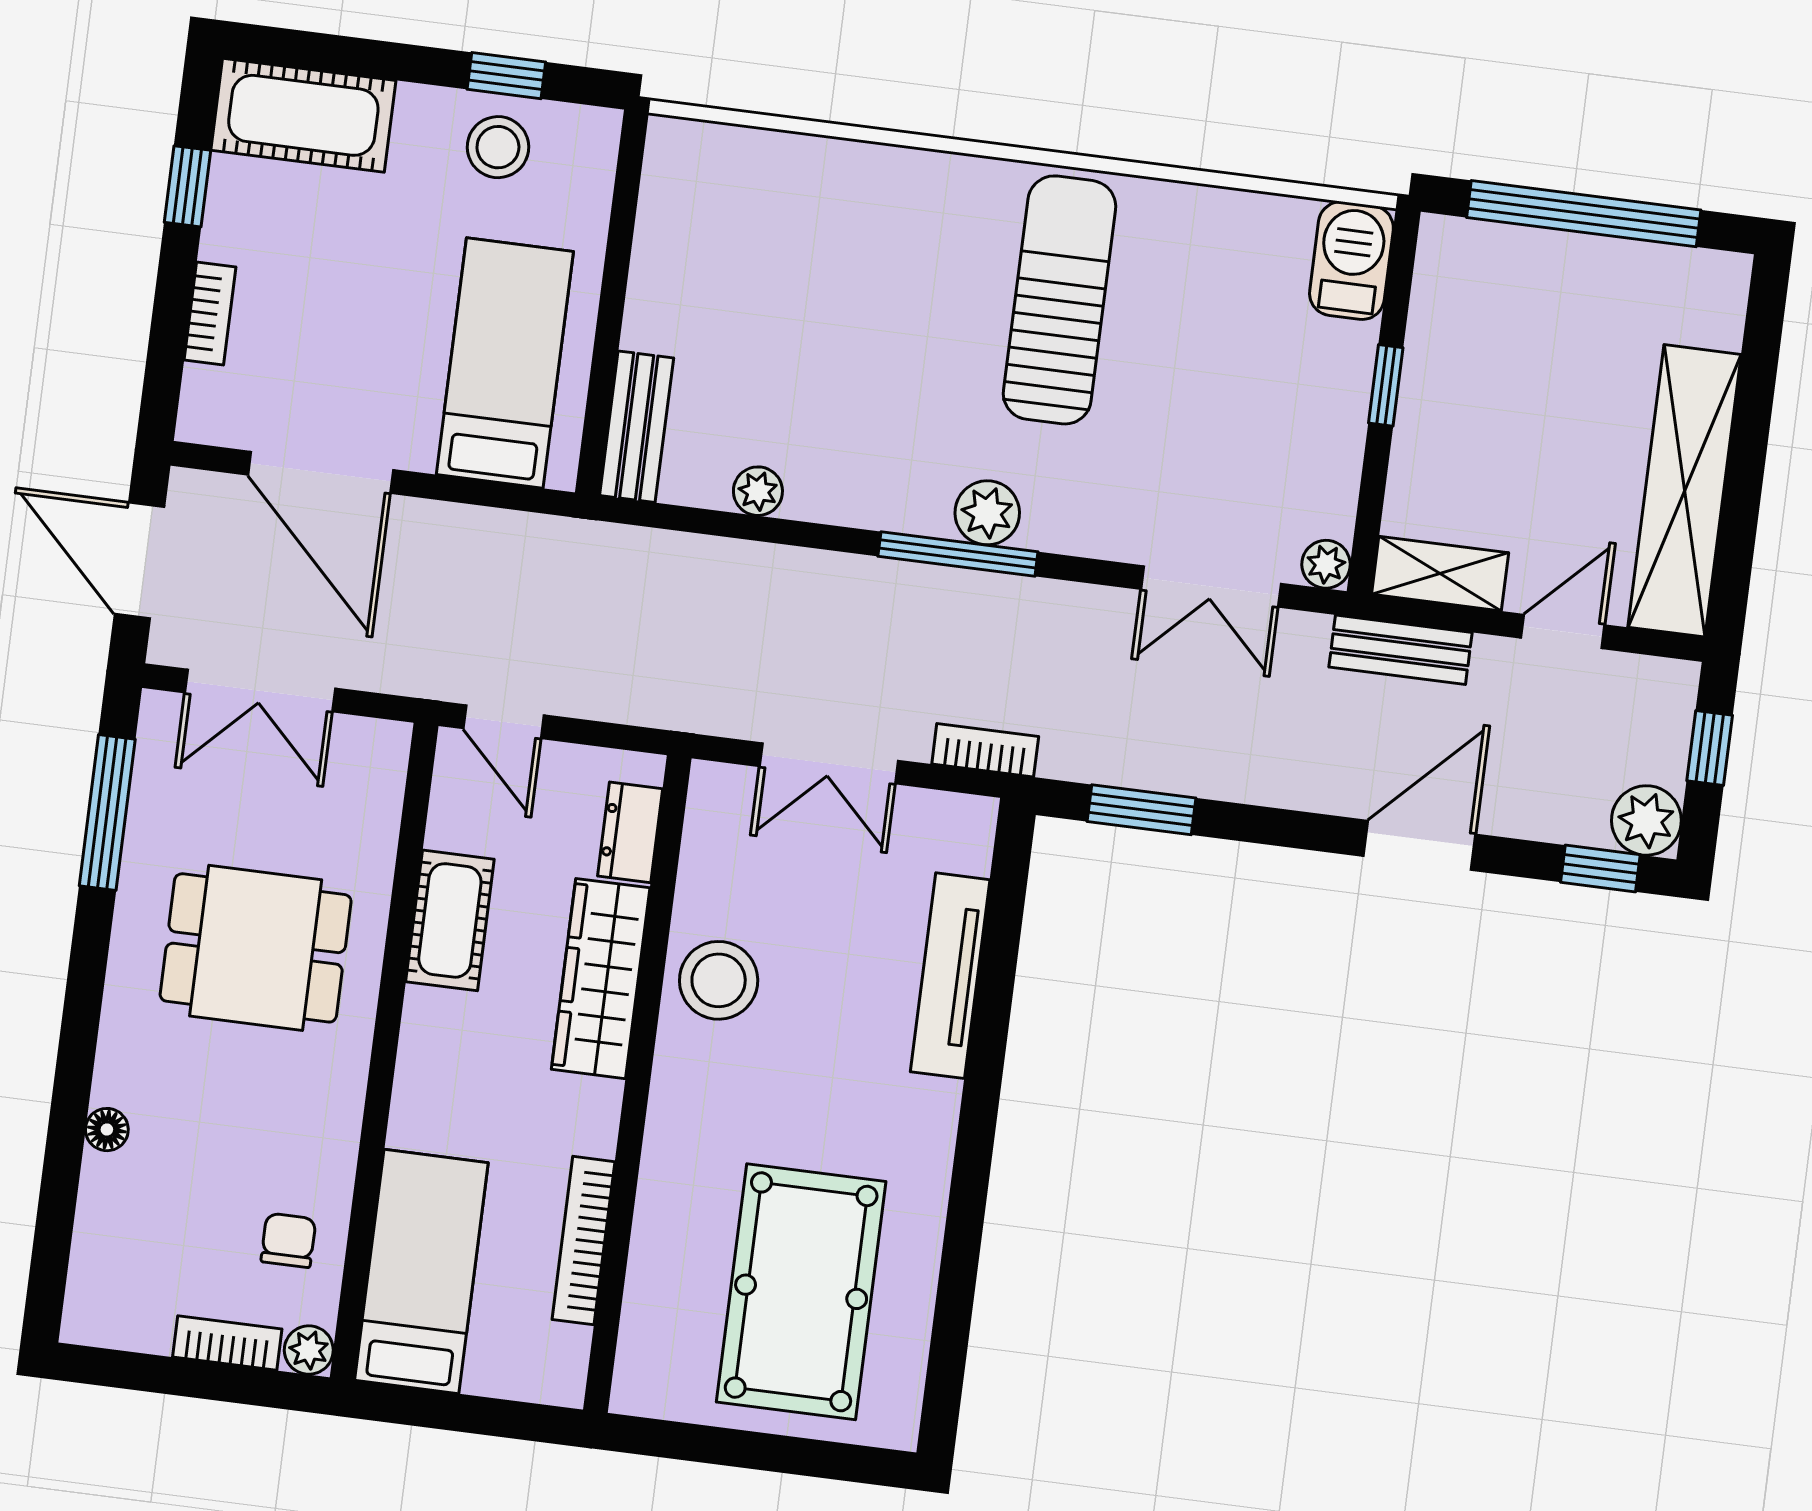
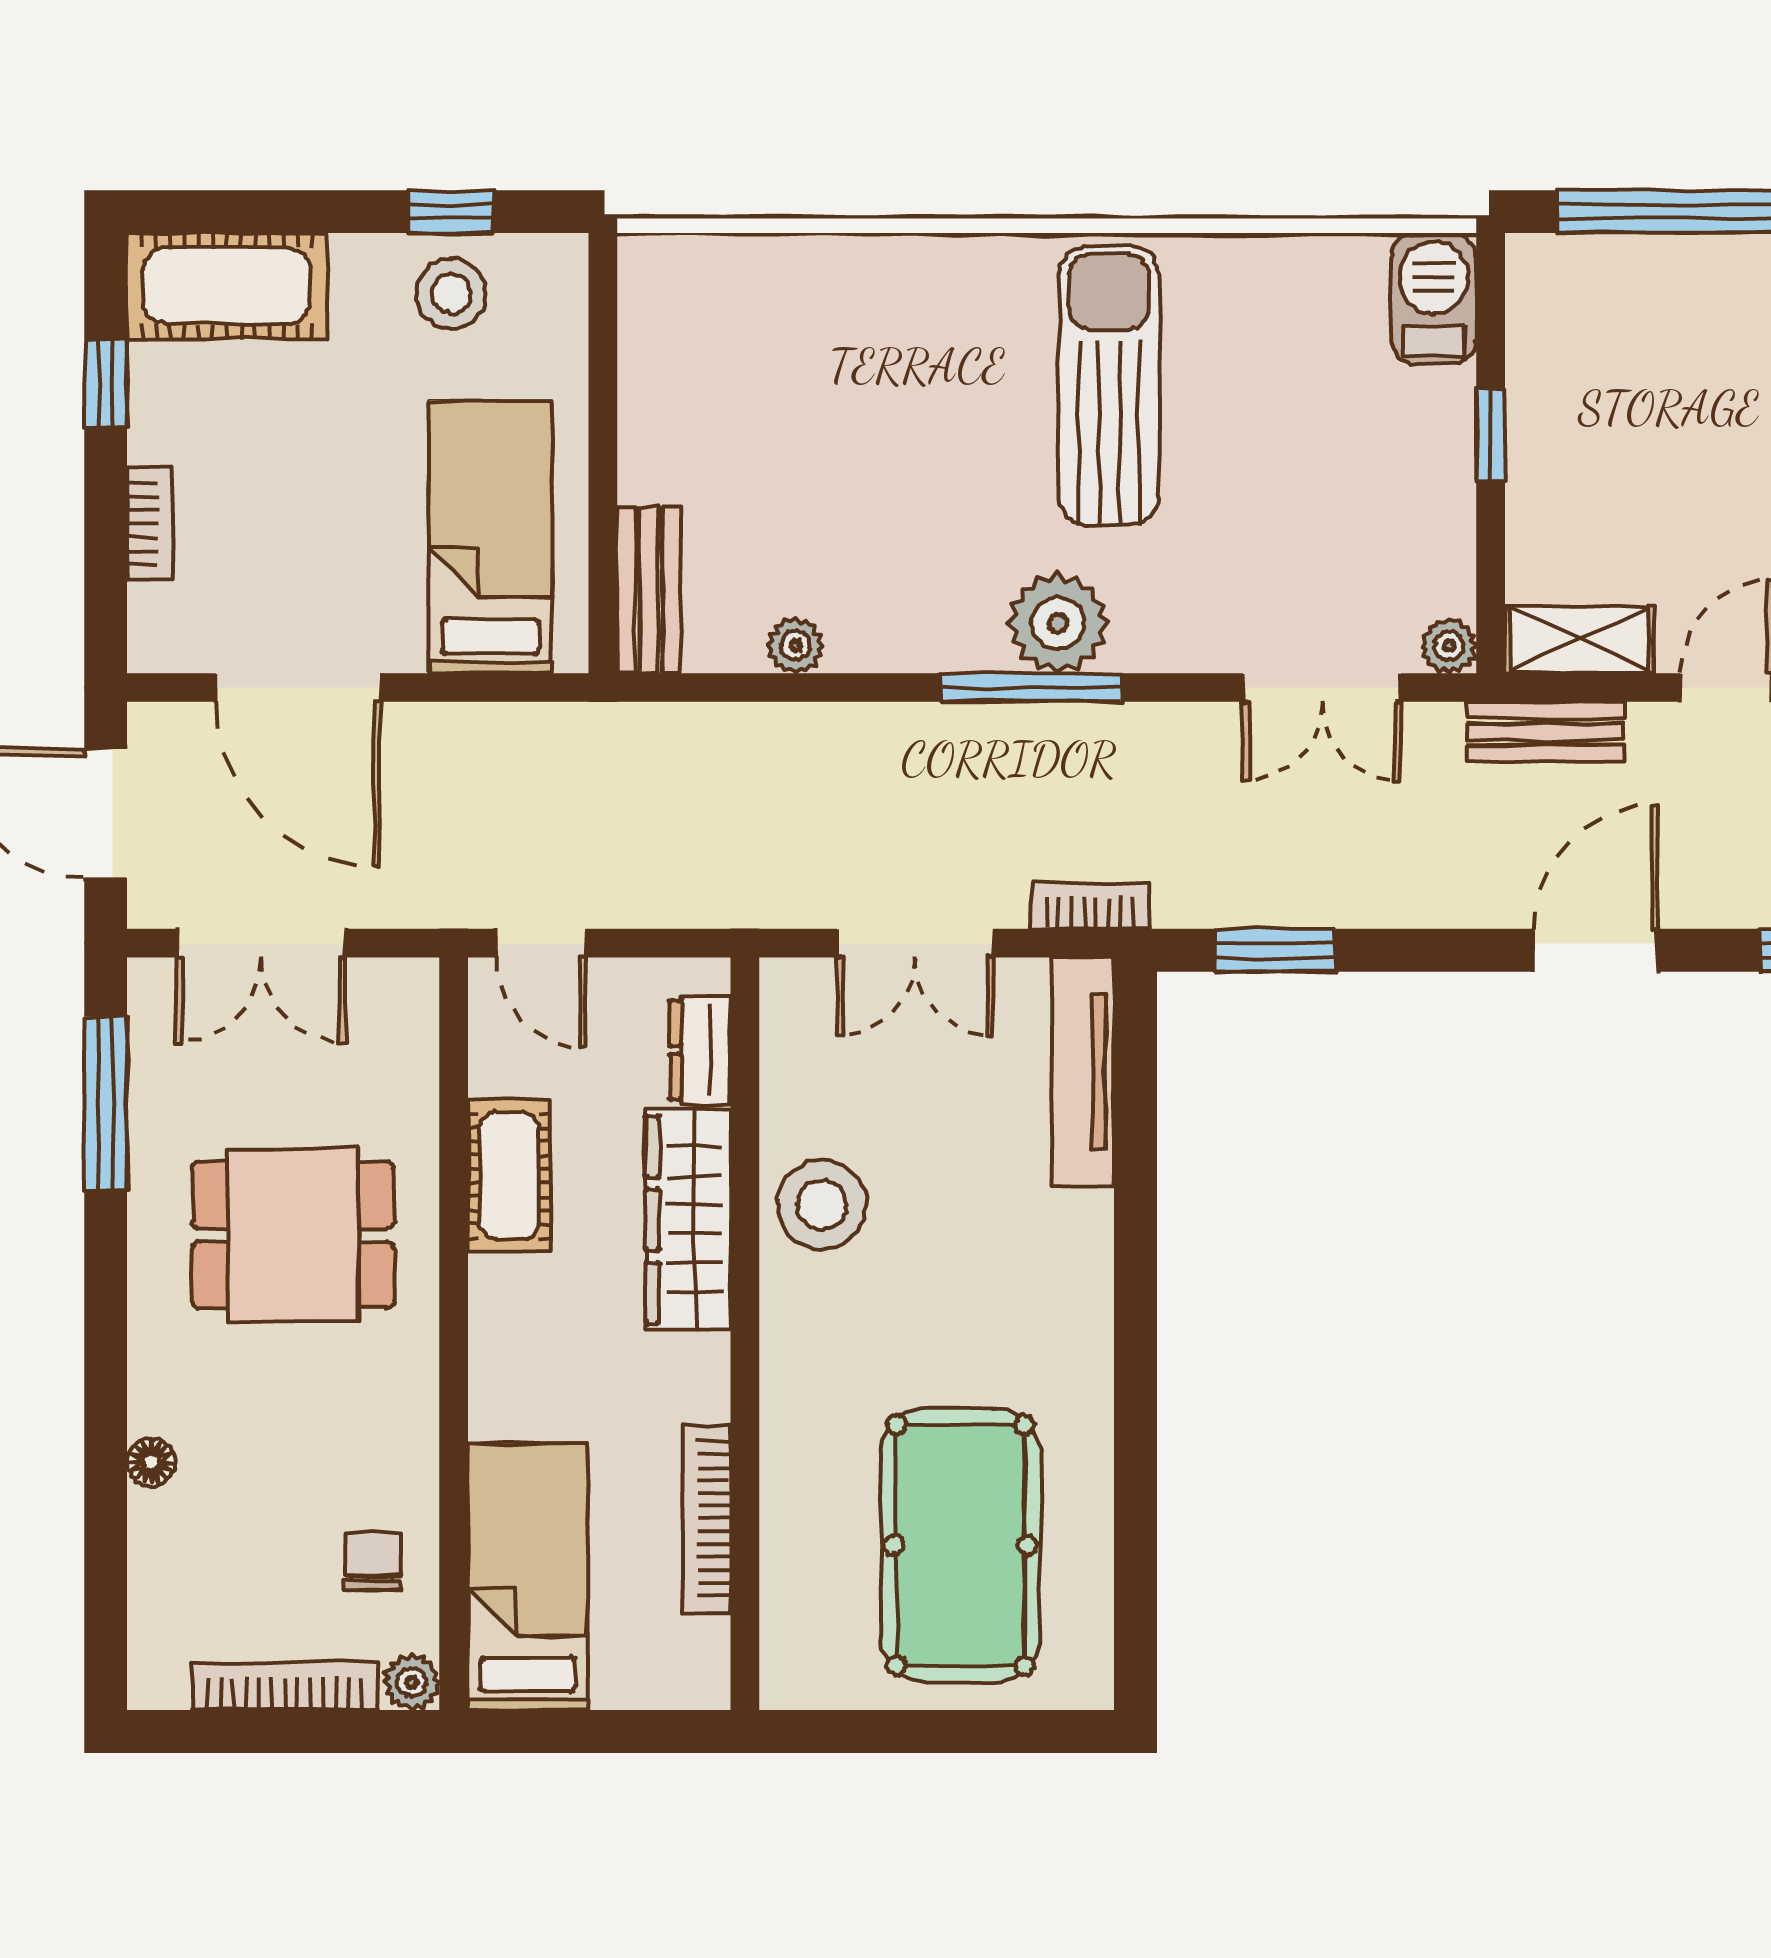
plant: (987, 513) -> (1058, 623), width x1.36, depth x1.36
tv unit: (950, 976) -> (1083, 1072), moved
bookcase: (227, 1343) -> (285, 1686), width x1.56

